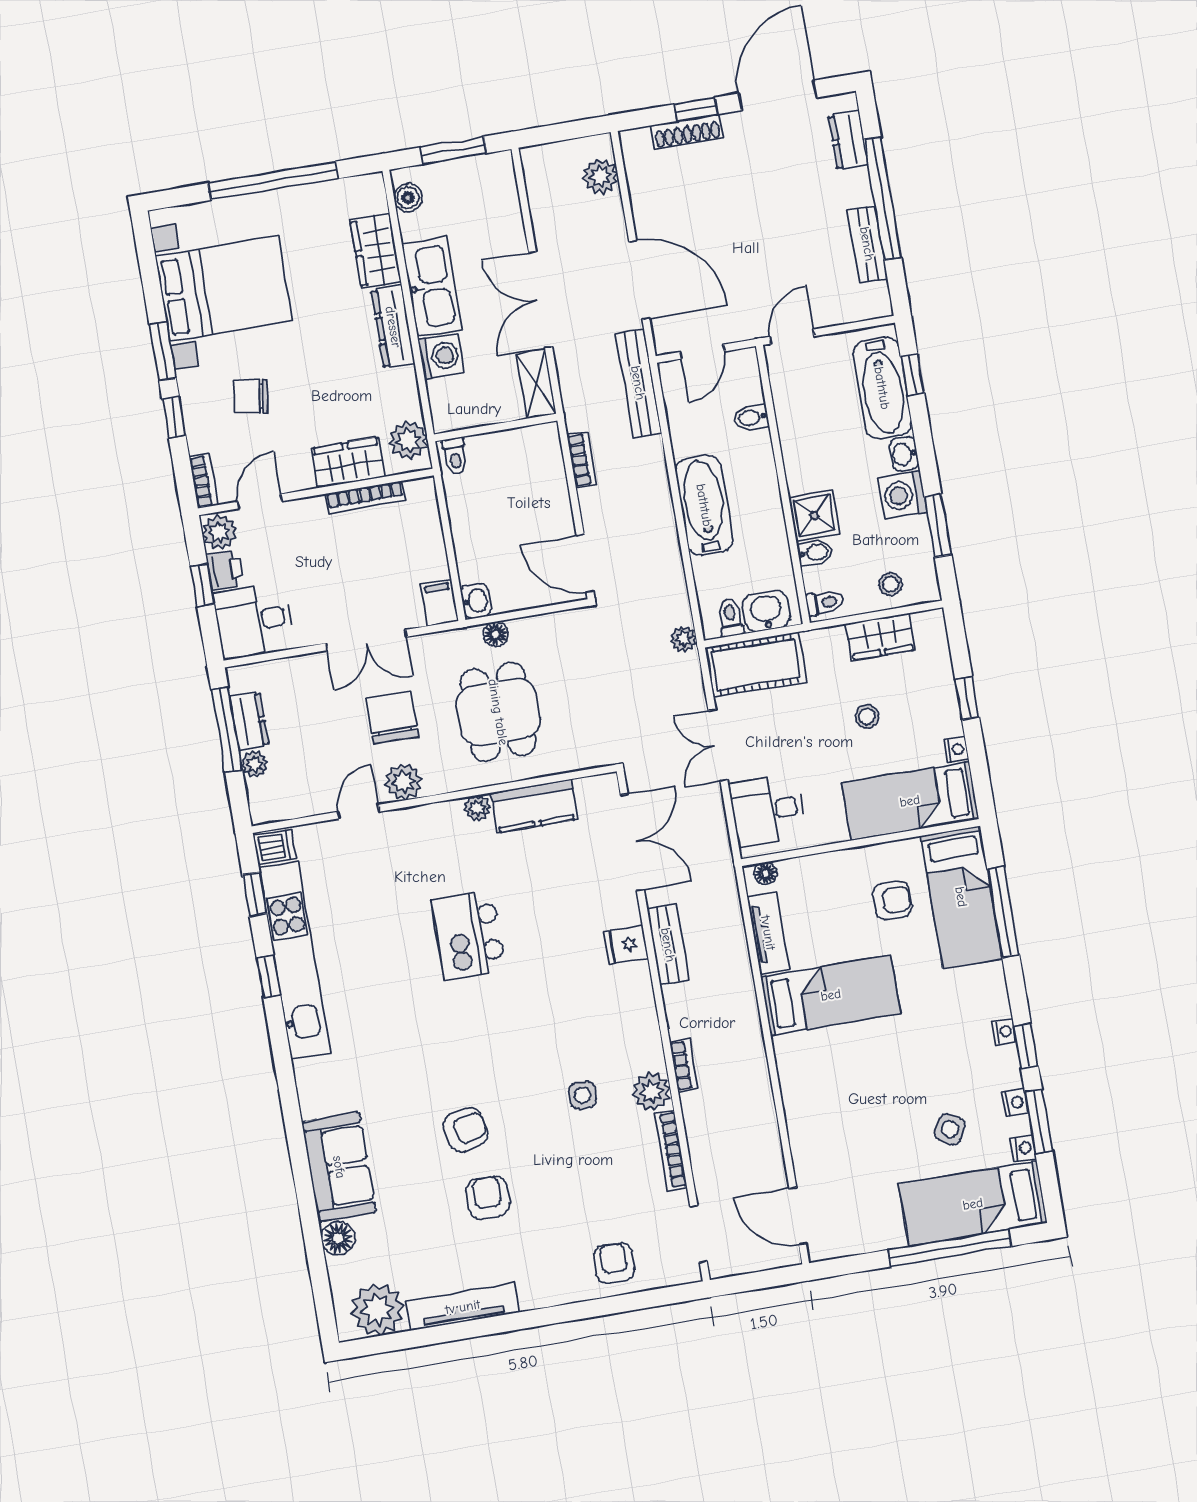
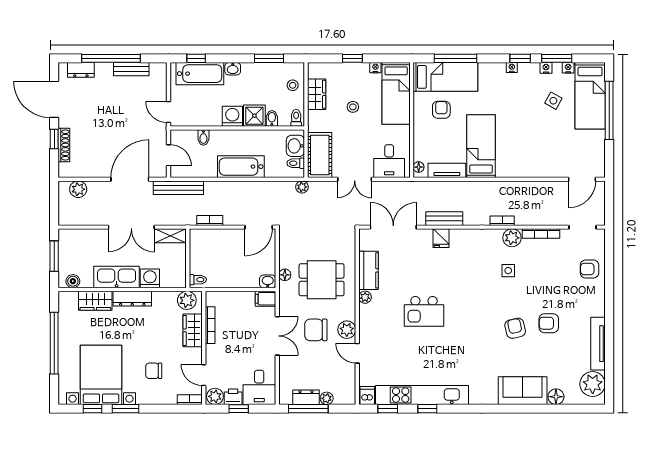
chair: (251, 396) -> (154, 371), turned 81
window: (174, 417) -> (93, 409), moved
washing machine: (903, 495) -> (232, 116), moved, turned 180

